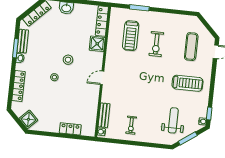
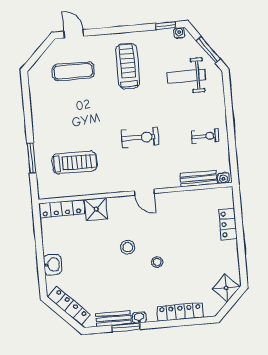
exercise bike: (156, 44) -> (140, 138), moved

